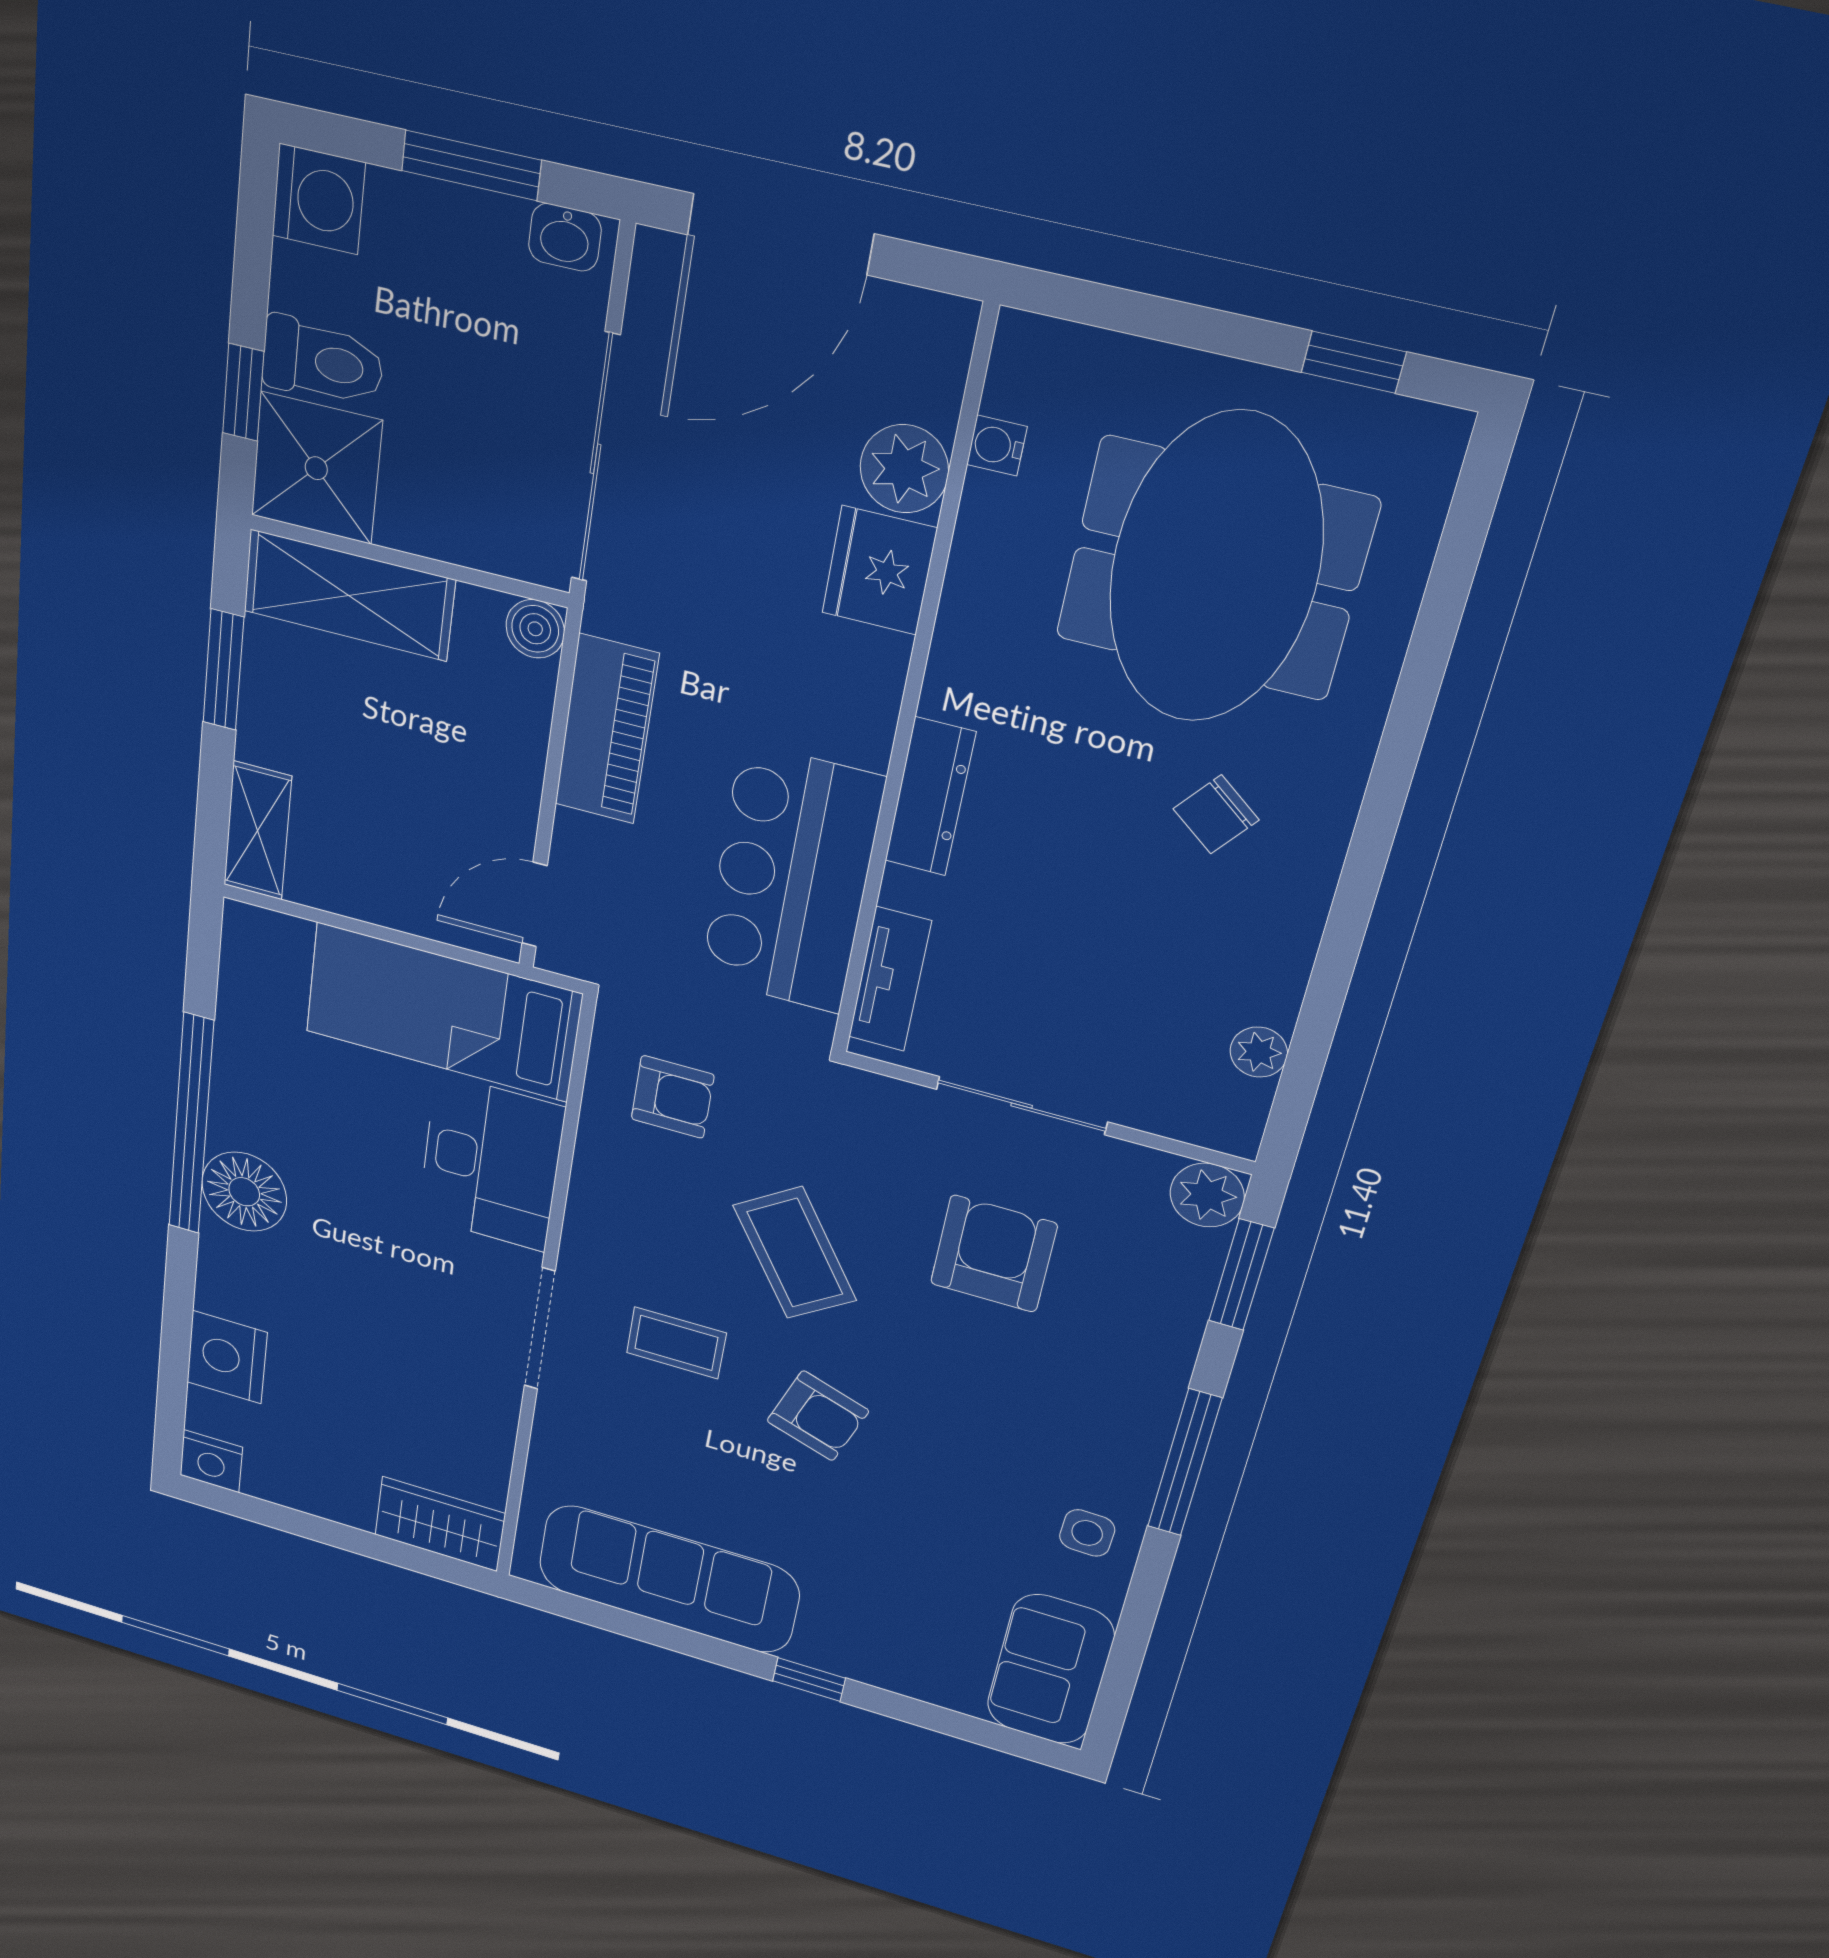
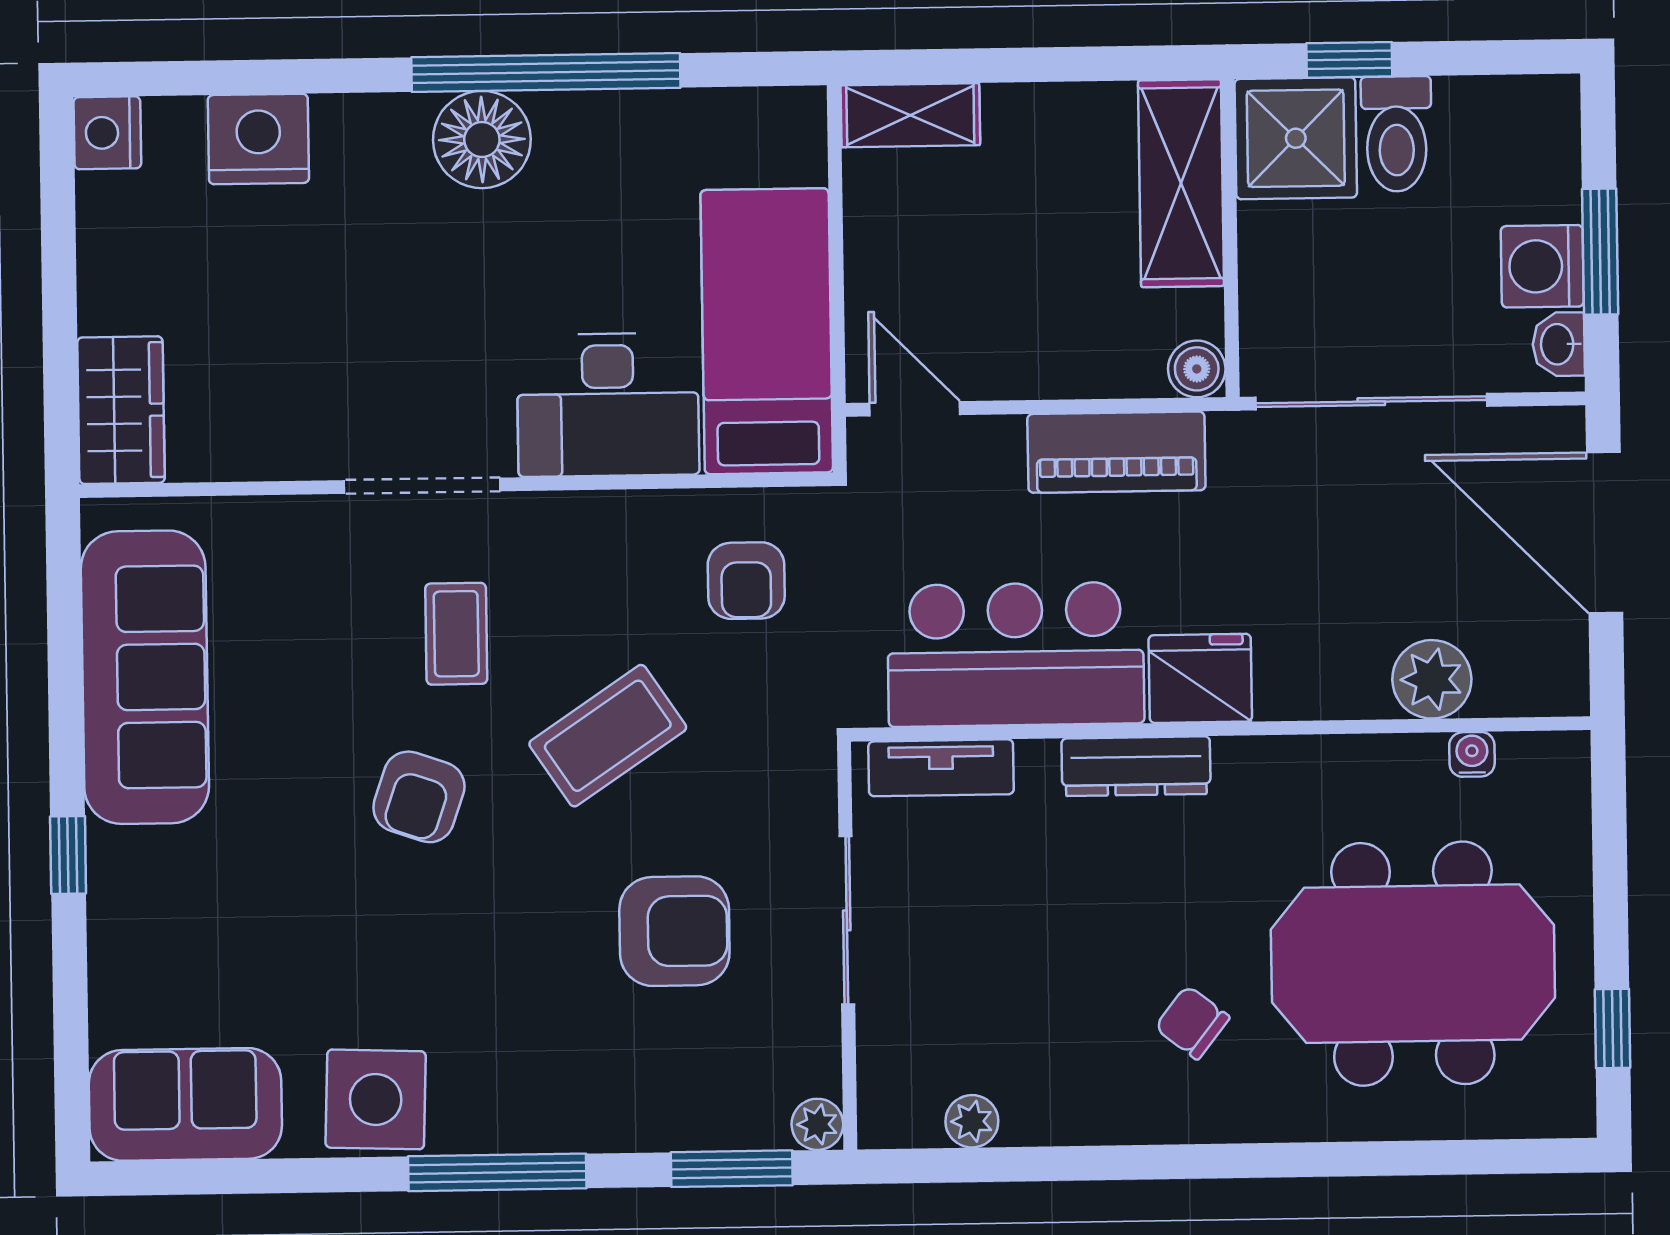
washing machine: (319, 199) -> (1542, 266), moved, turned 90
fridge: (879, 571) -> (1200, 678), moved
window: (223, 670) -> (1071, 64), removed
plant: (1207, 1195) -> (817, 1124), width x0.73, depth x0.73
side table: (1087, 1533) -> (376, 1099), width x1.87, depth x1.87

